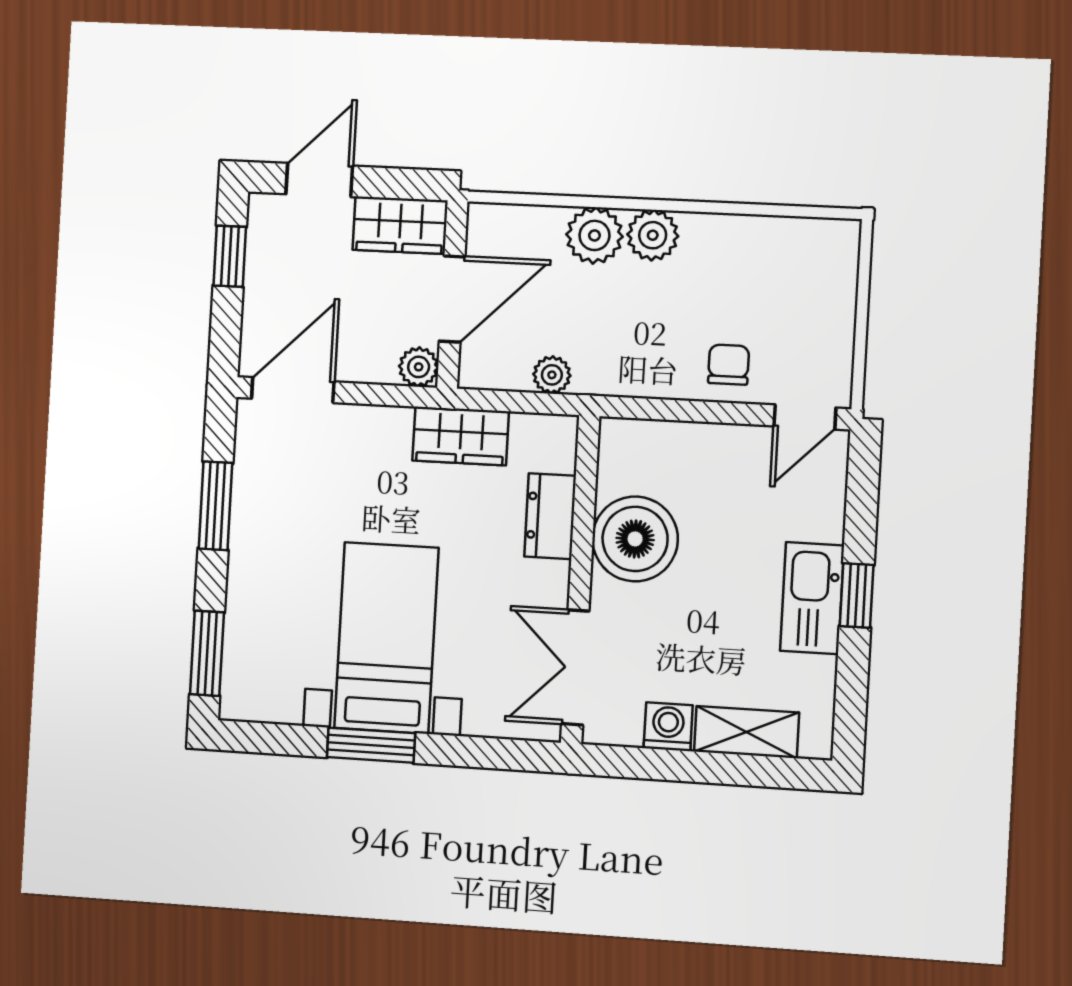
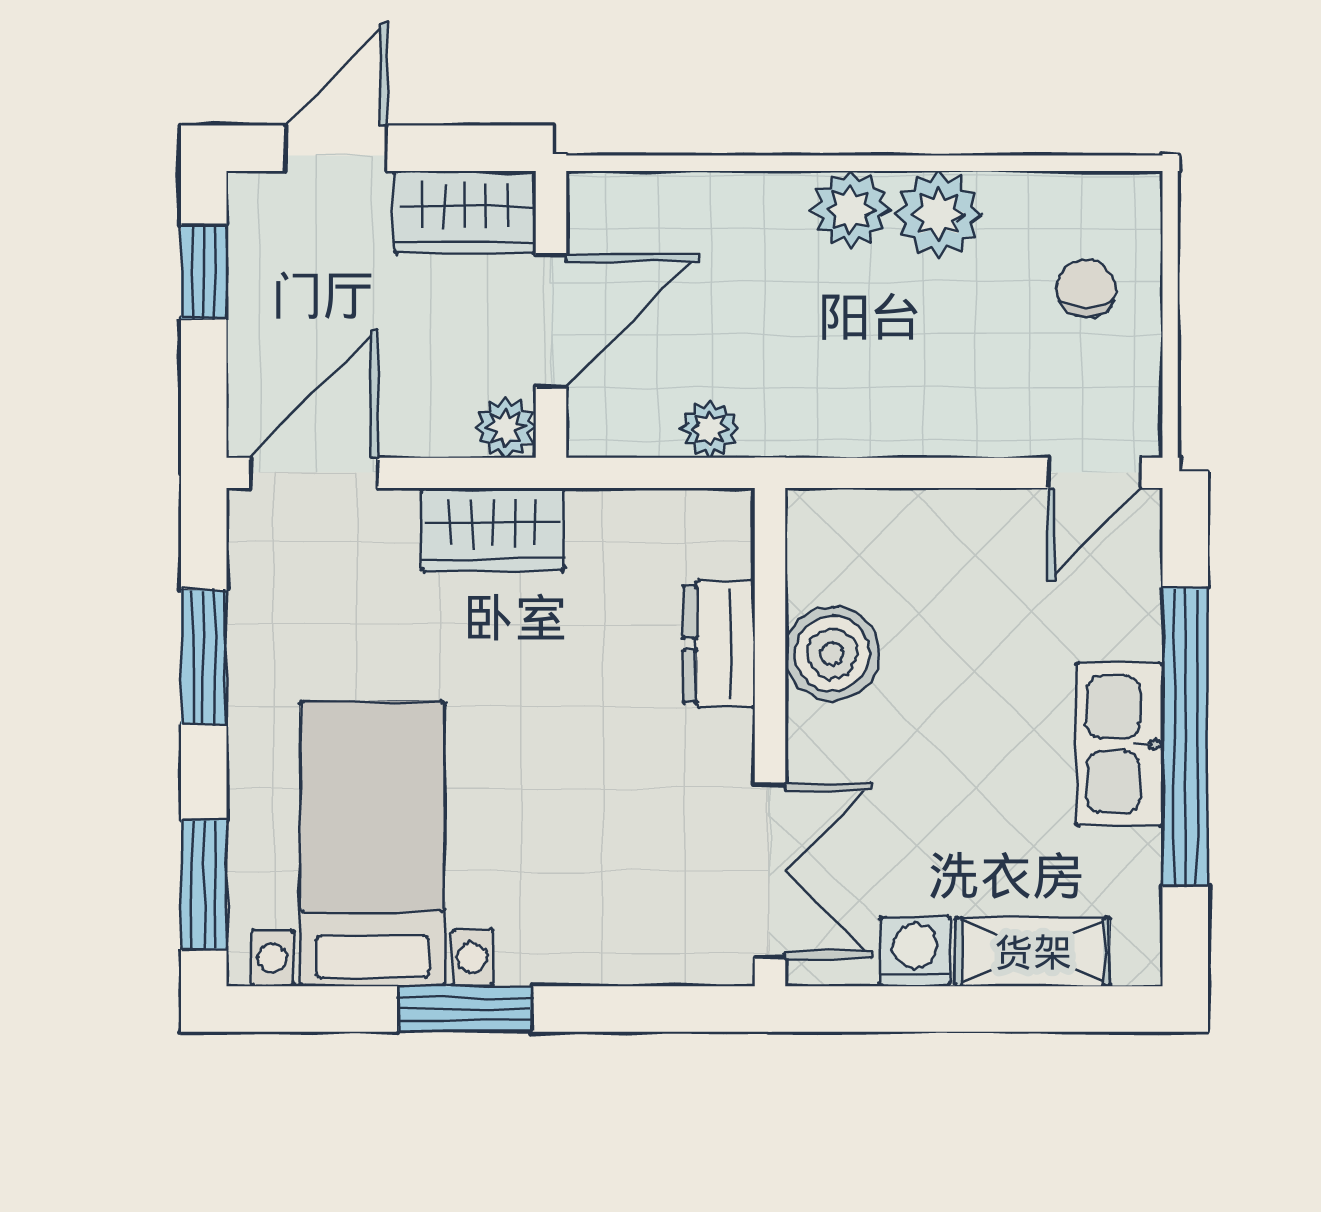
plant: (594, 235) -> (939, 214), moved
chair: (729, 365) -> (1086, 288), moved
wardrobe: (461, 436) -> (493, 529), moved
boiler: (635, 539) -> (832, 654), width x0.73, depth x0.73
window: (857, 596) -> (1185, 737), width x3.17
bed with nightstands: (386, 638) -> (372, 844), moved
double door: (575, 667) -> (770, 871), swing flipped

